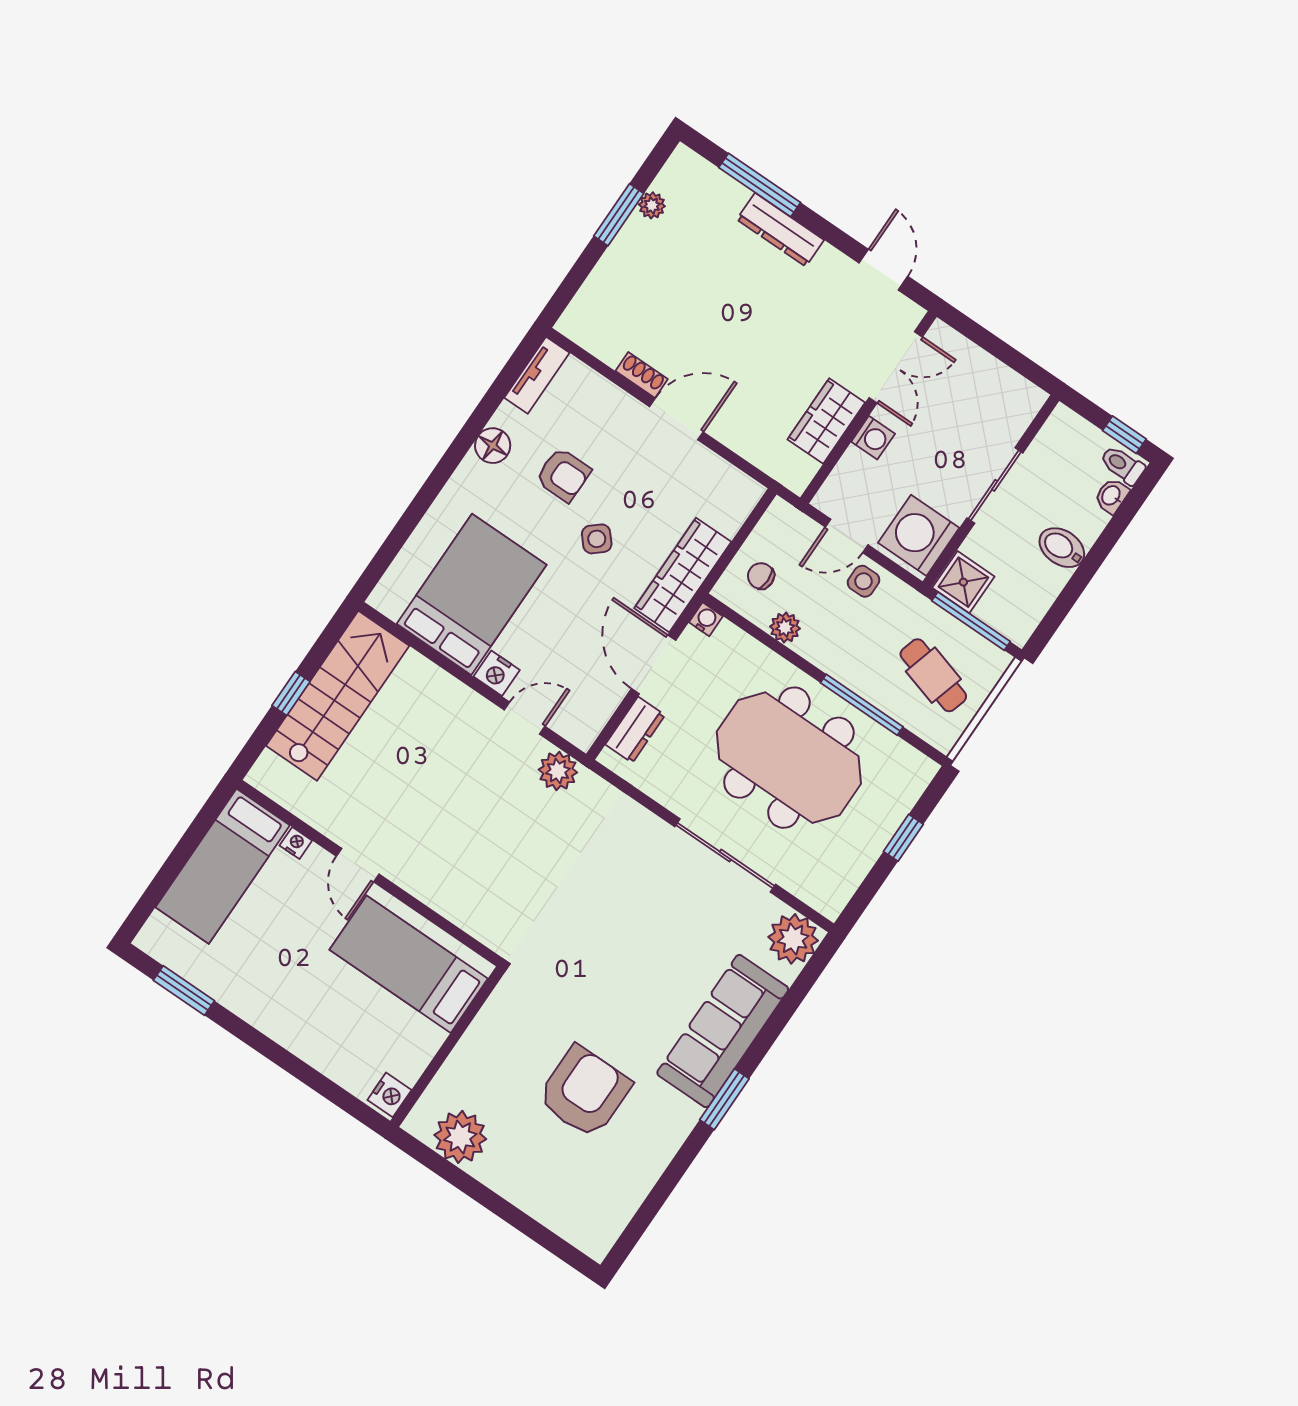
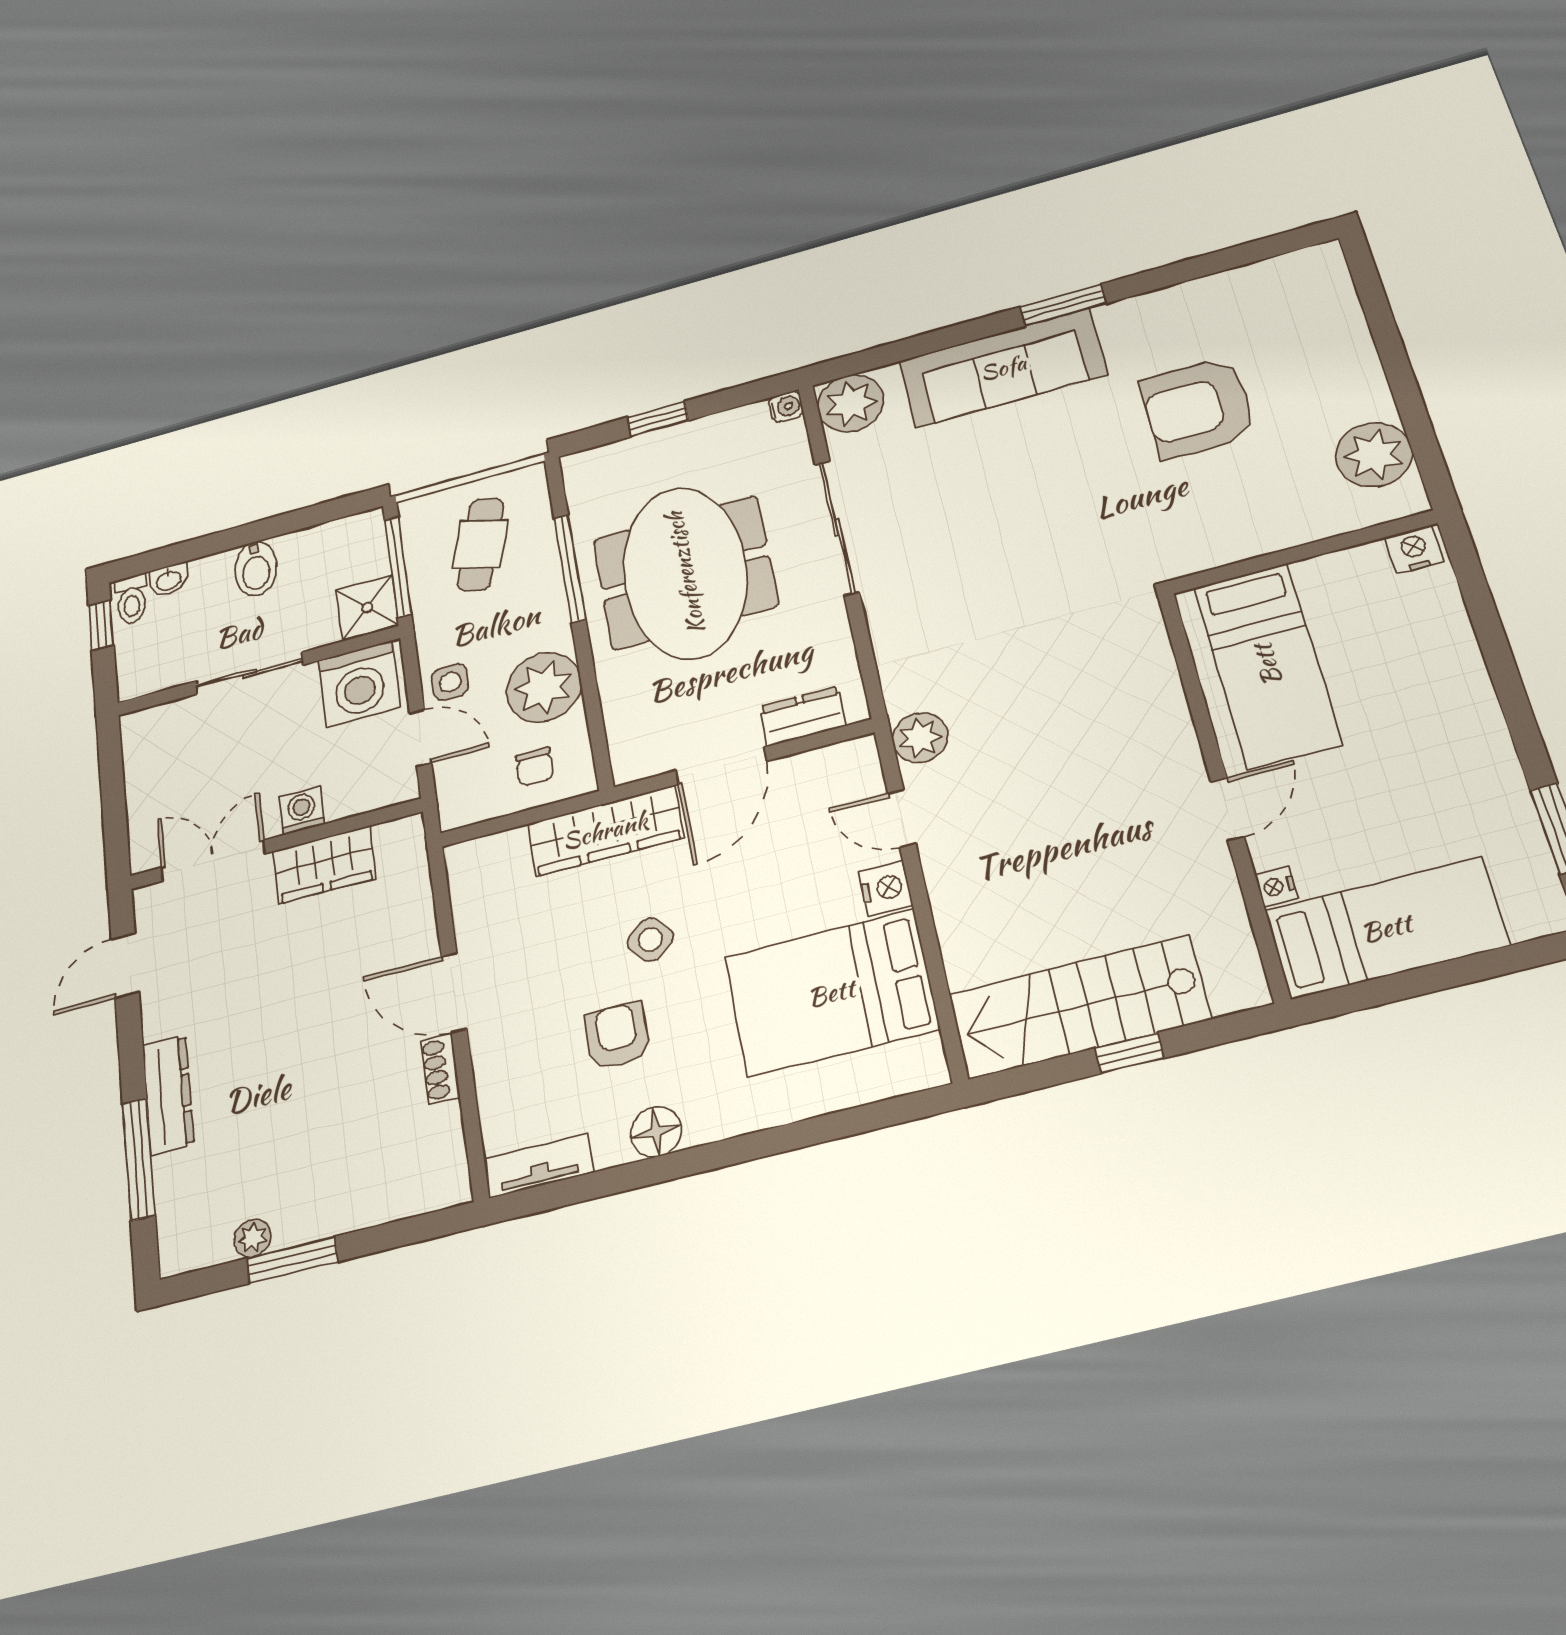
water cooler: (706, 619) -> (786, 407), moved, turned 180
plant: (785, 627) -> (544, 687), width x1.88, depth x1.88

